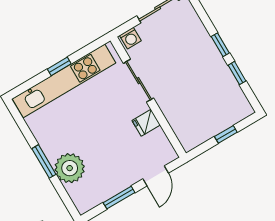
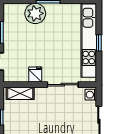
shelving: (181, 128) -> (20, 93), added

